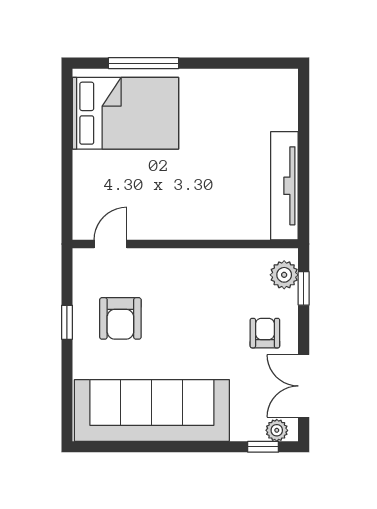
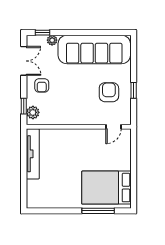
plant: (277, 430) -> (52, 40), moved

